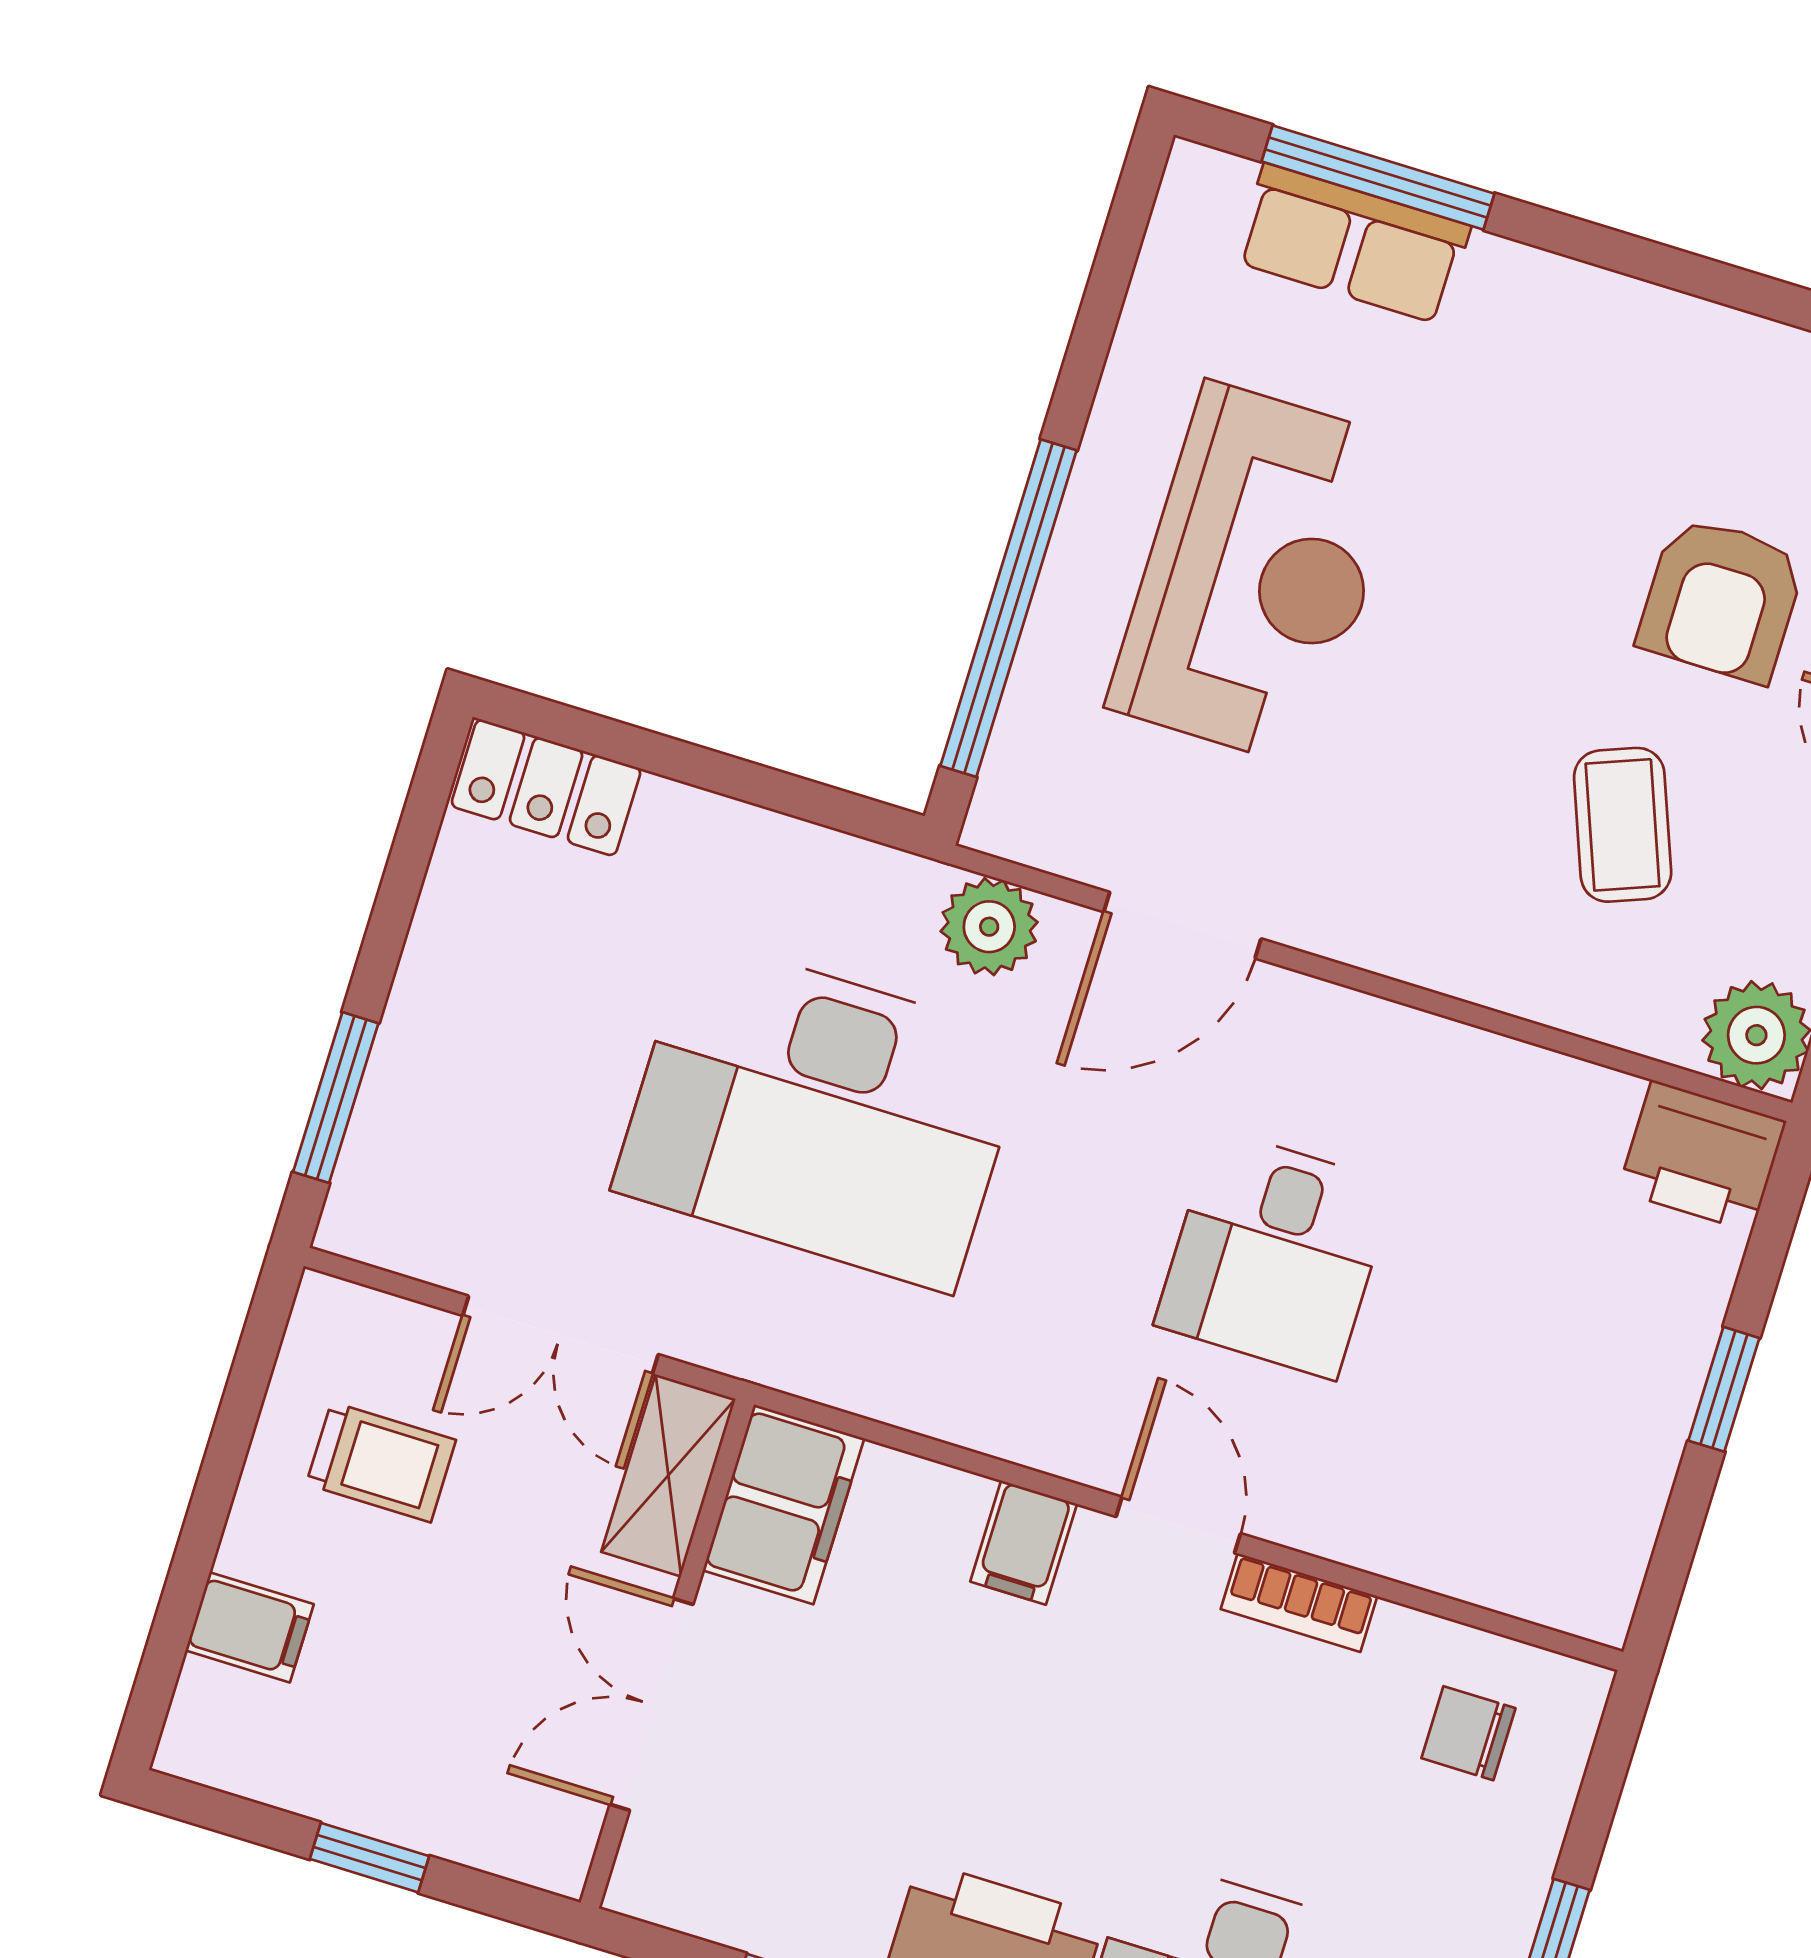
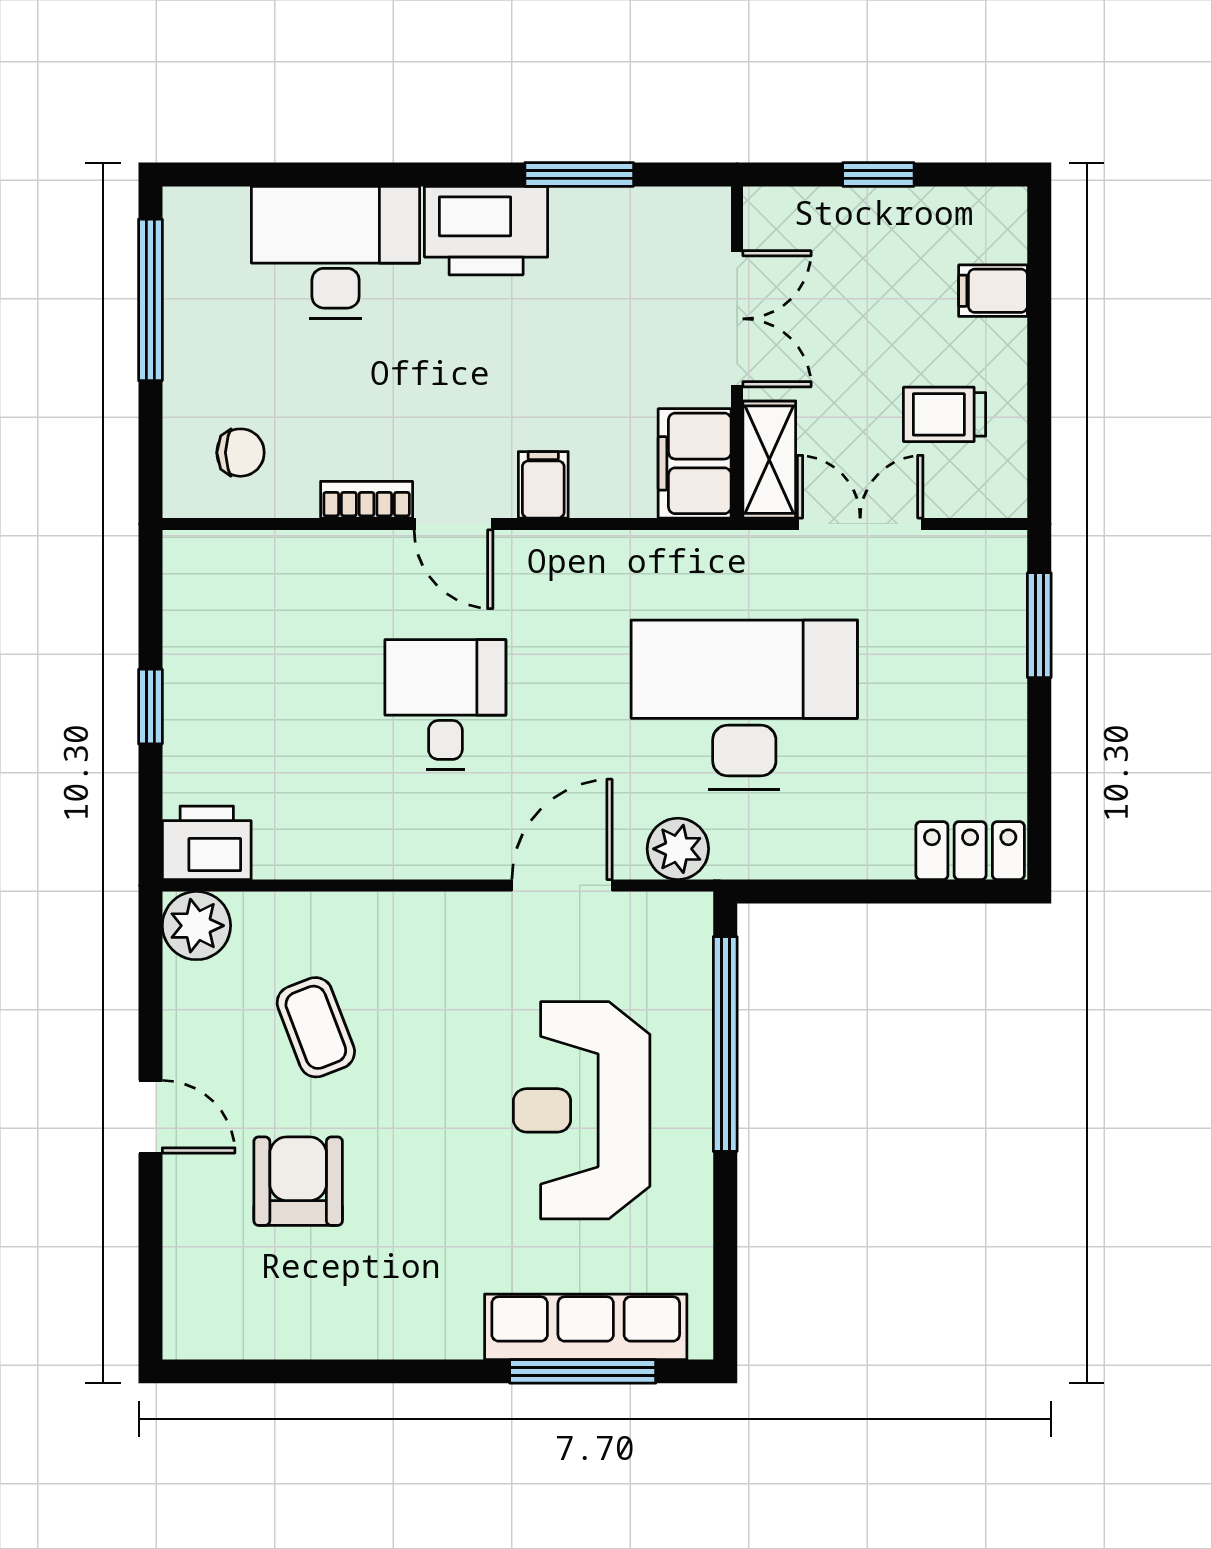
row of seats: (1353, 244) -> (586, 1327), width x1.48

